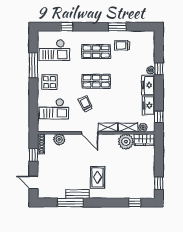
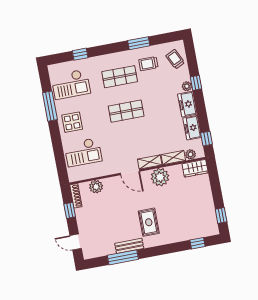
trolley: (85, 104) -> (175, 59), moved
plant: (126, 142) -> (160, 177), moved

